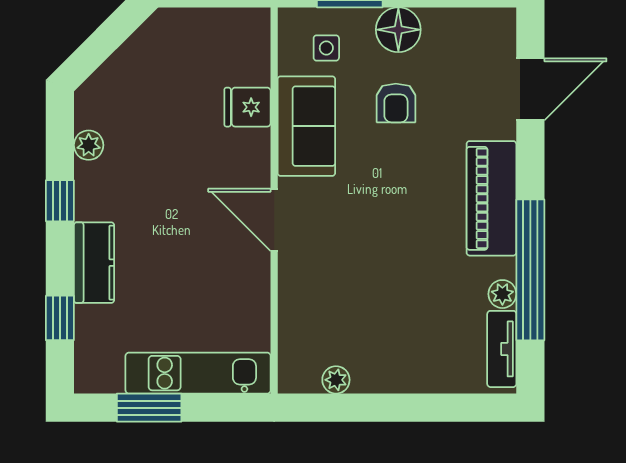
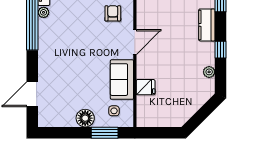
armchair: (396, 103) -> (113, 13), moved
piano: (491, 198) -> (48, 51), removed
door: (274, 220) -> (135, 42), hinge flipped

